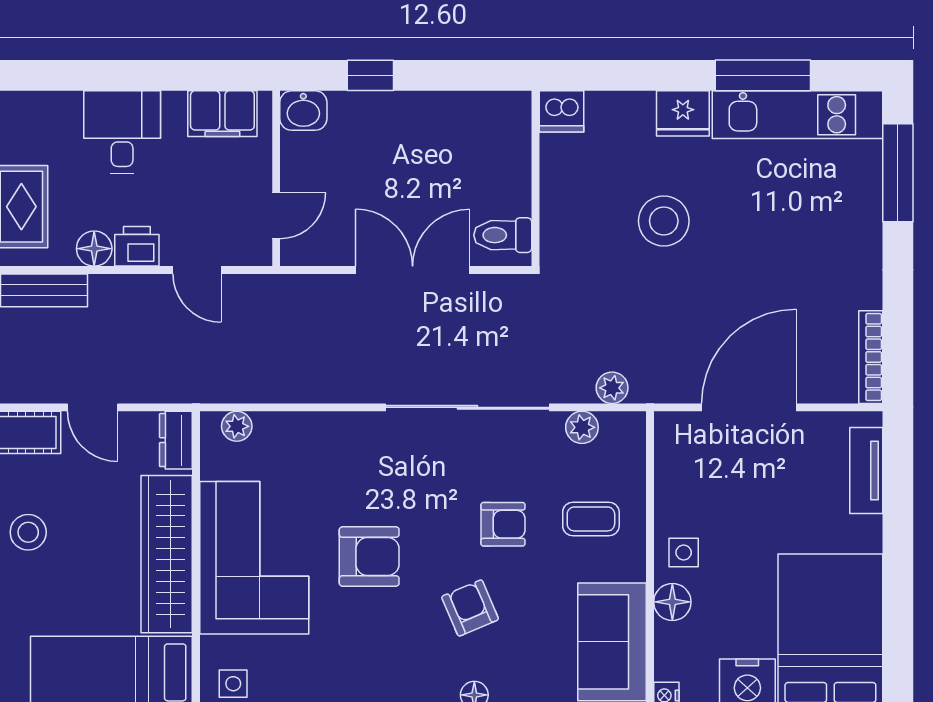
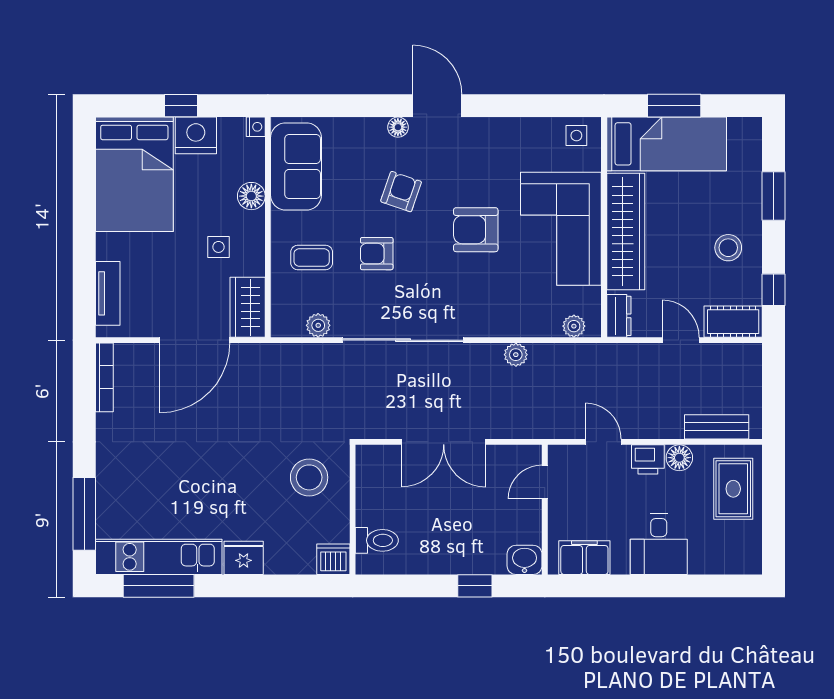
window: (763, 75) -> (159, 586), moved
stool: (664, 221) -> (309, 477), moved
toilet: (503, 235) -> (377, 540), moved
plant: (612, 388) -> (516, 355), moved
wardrobe: (677, 452) -> (248, 307), added
side table: (684, 552) -> (219, 247), moved
armchair: (470, 608) -> (401, 192), turned -138

